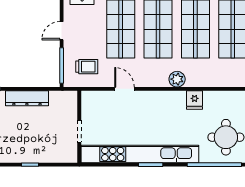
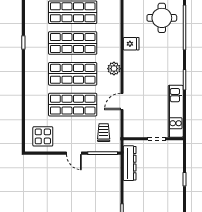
plant: (177, 79) -> (114, 69), moved
dresser: (27, 98) -> (130, 163), moved
kitchen unit: (140, 154) -> (176, 111), width x0.54

